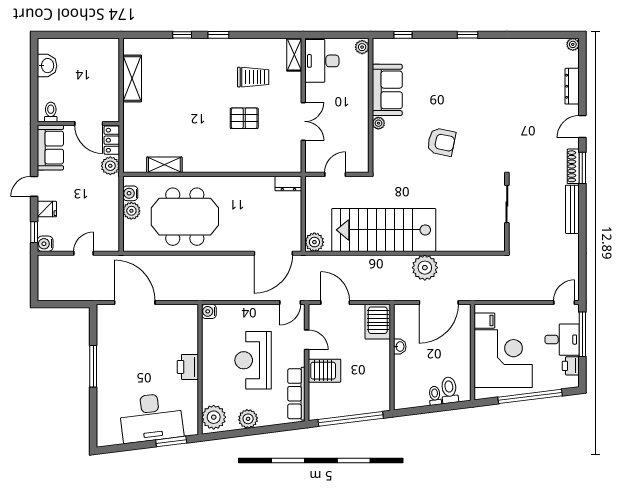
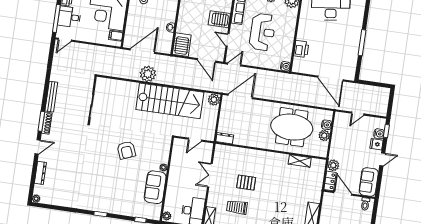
armchair: (441, 142) -> (126, 150), turned -124
water cooler: (130, 193) -> (327, 125), moved
water cooler: (45, 244) -> (379, 134), moved
printer: (188, 367) -> (301, 49), moved

